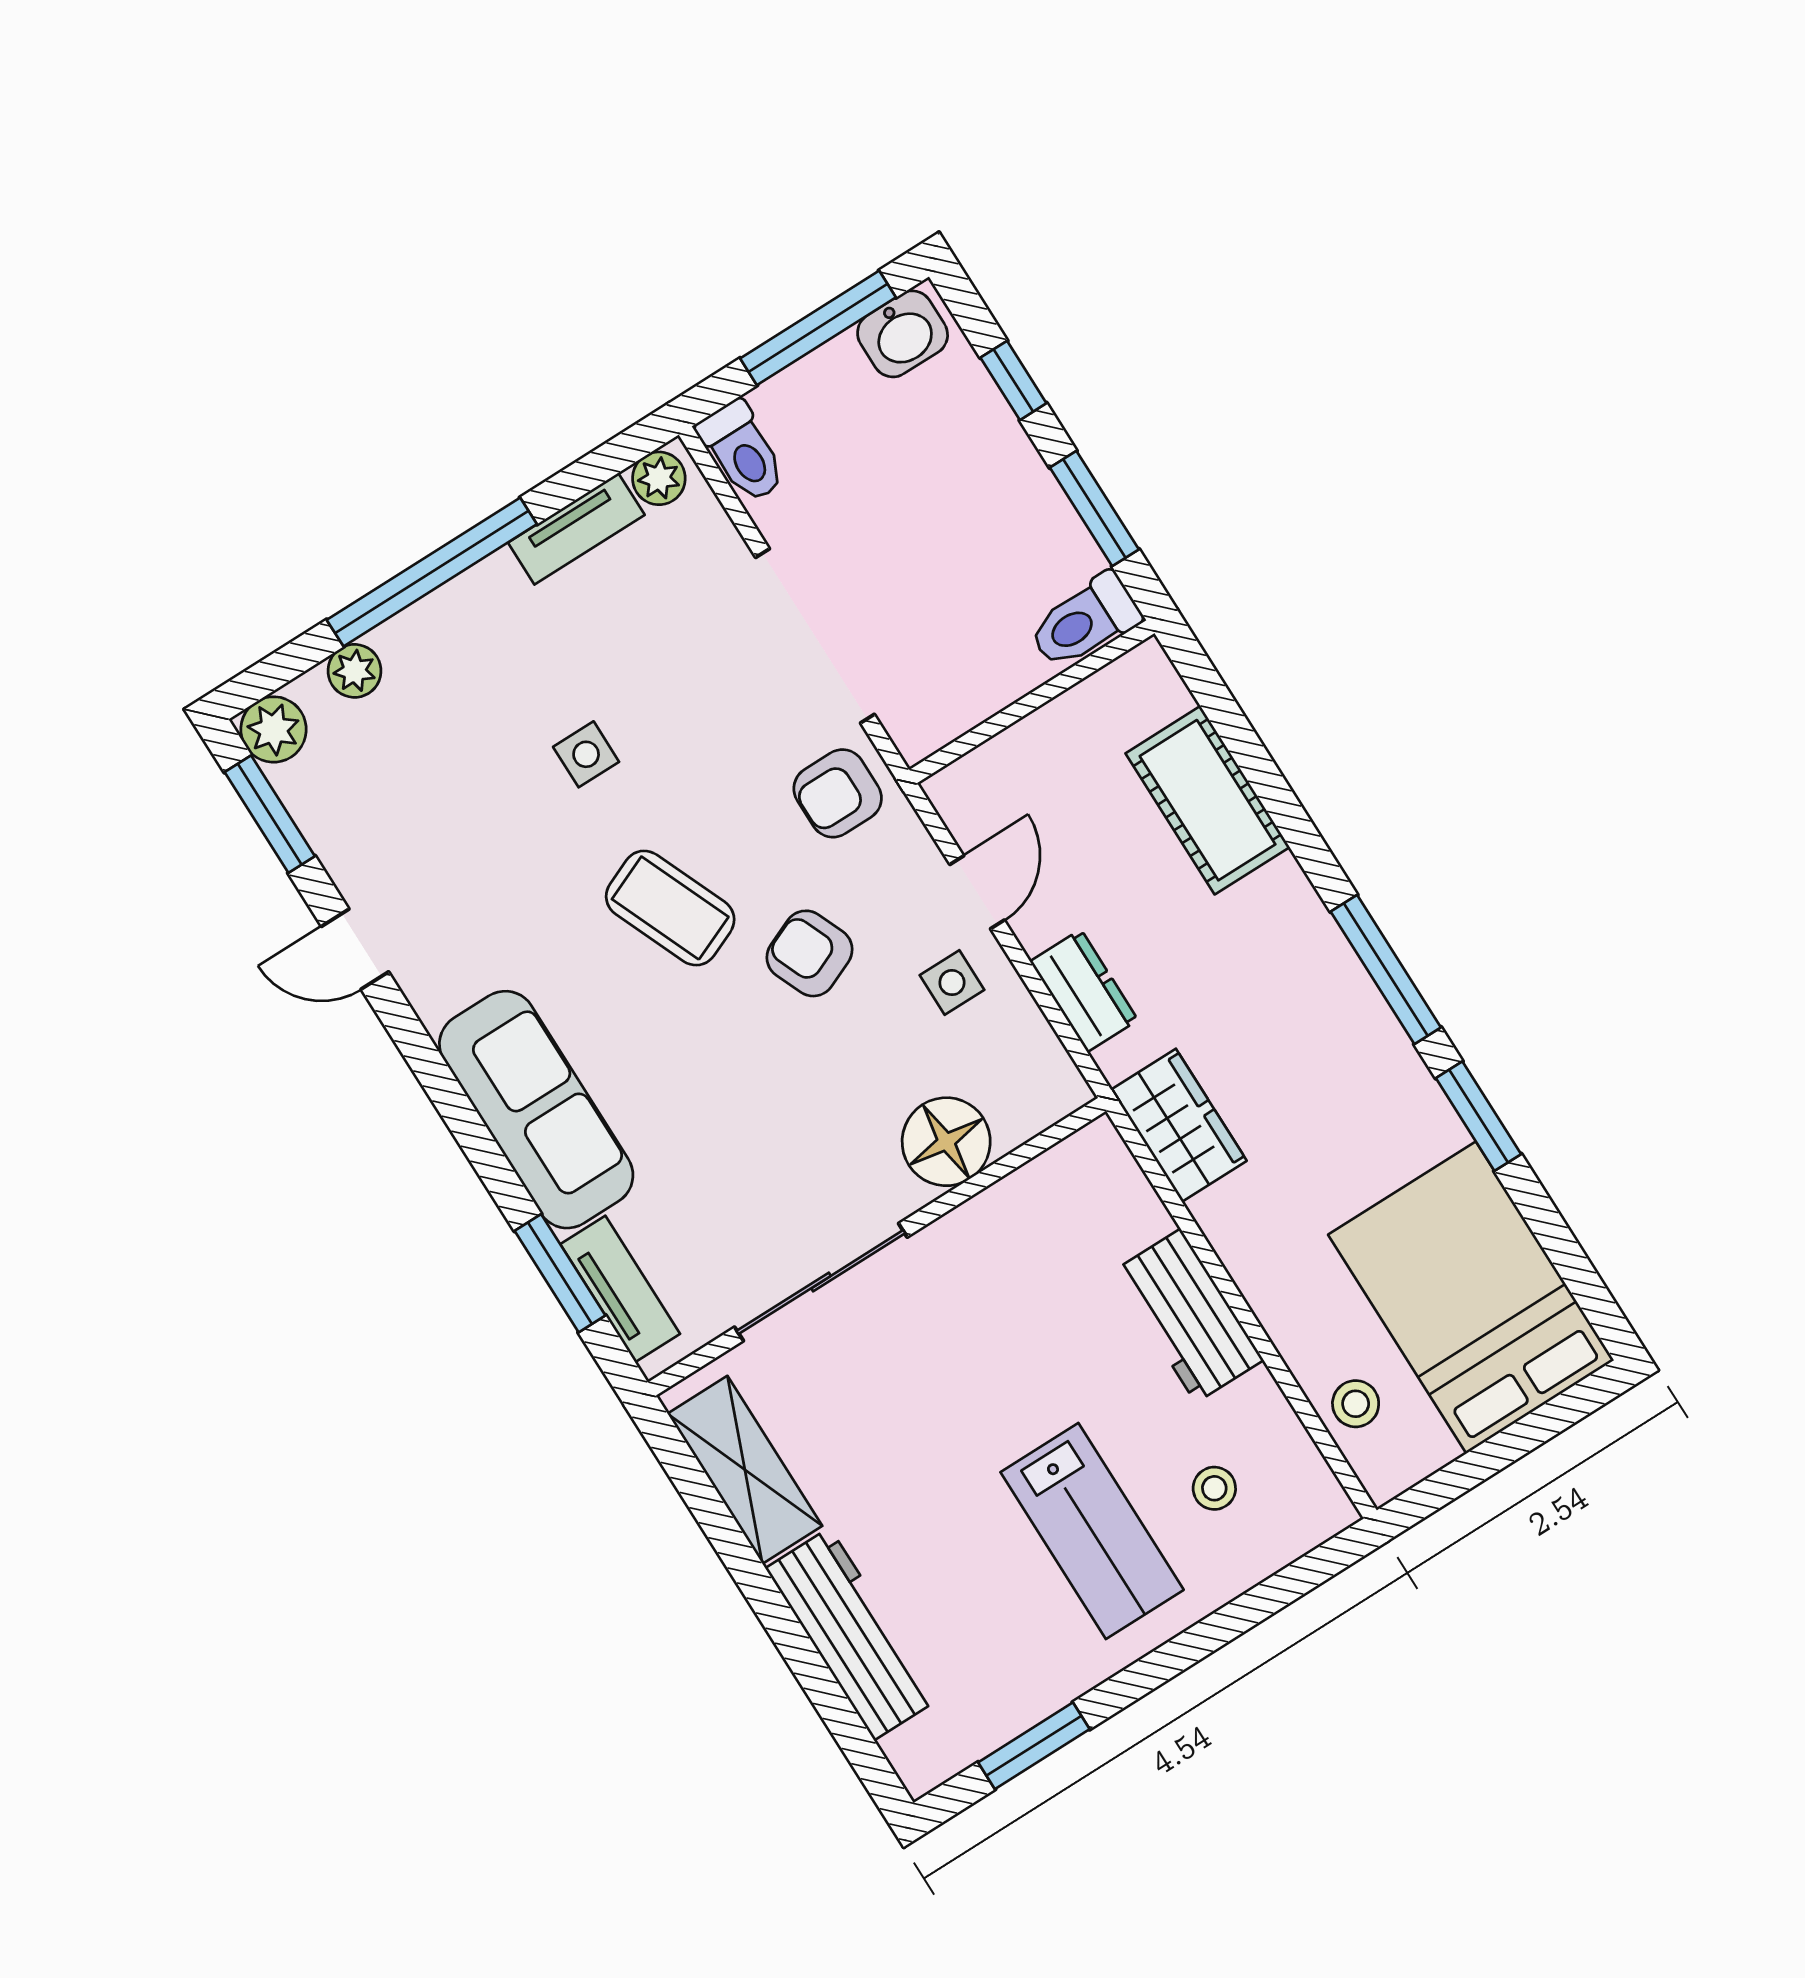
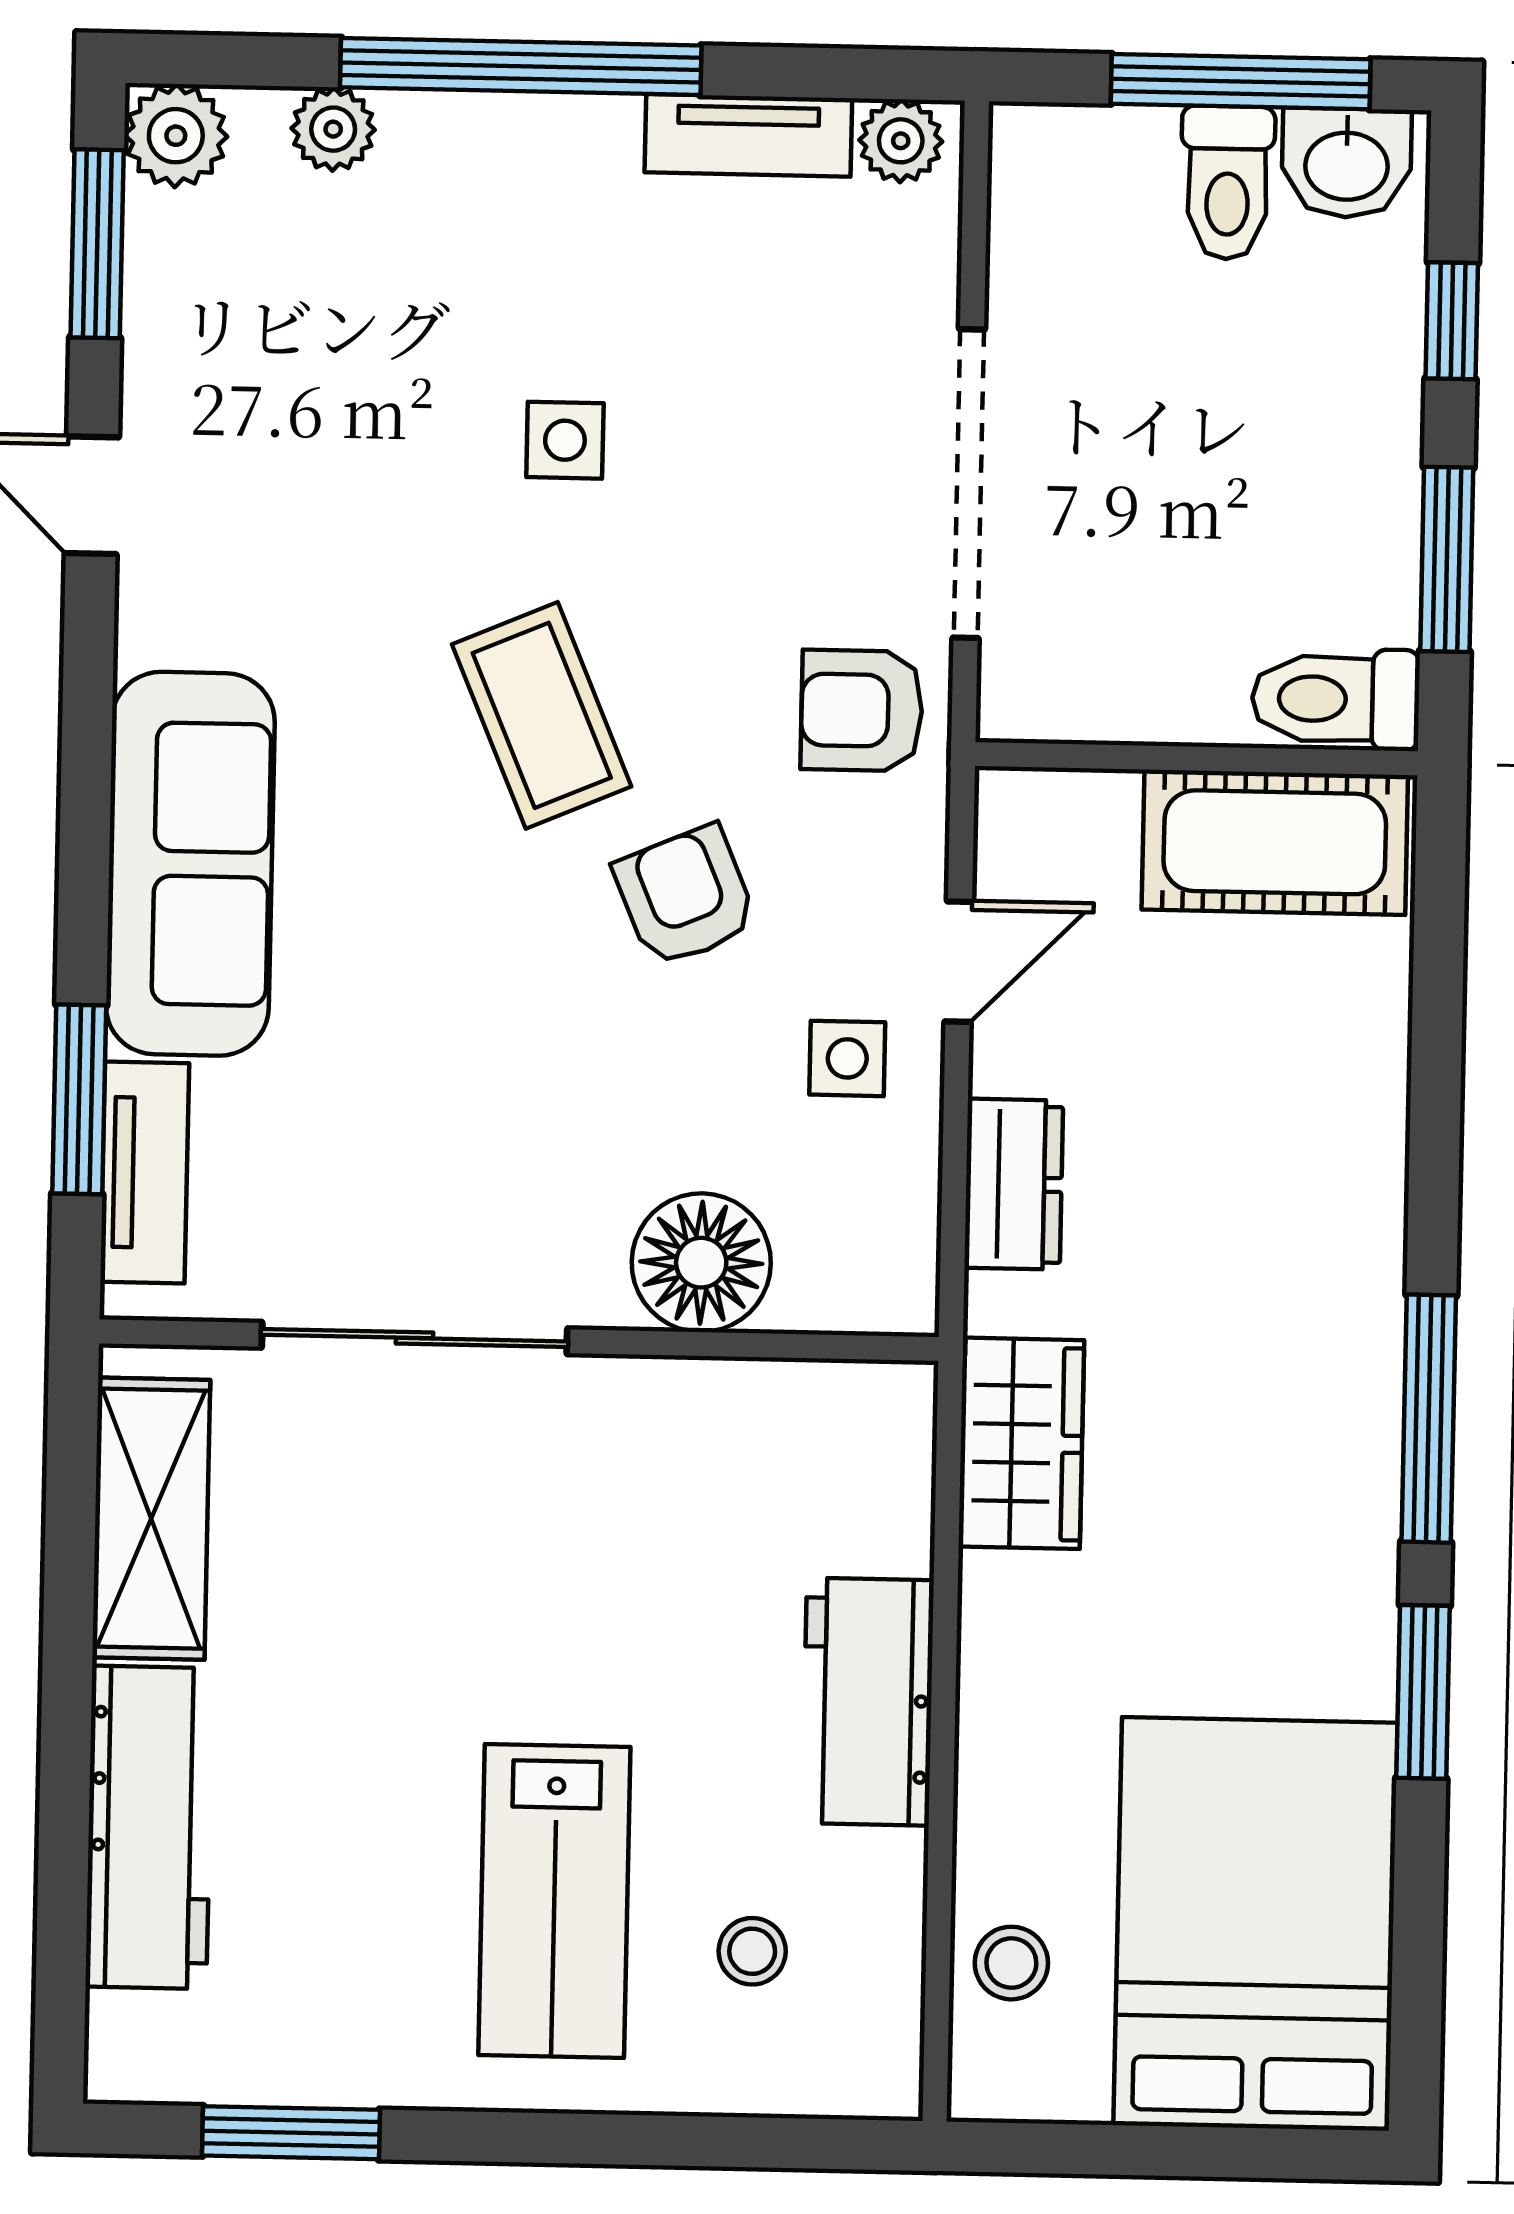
toilet: (742, 452) -> (1227, 183), moved
cot: (1208, 800) -> (1275, 842), moved, turned 90

